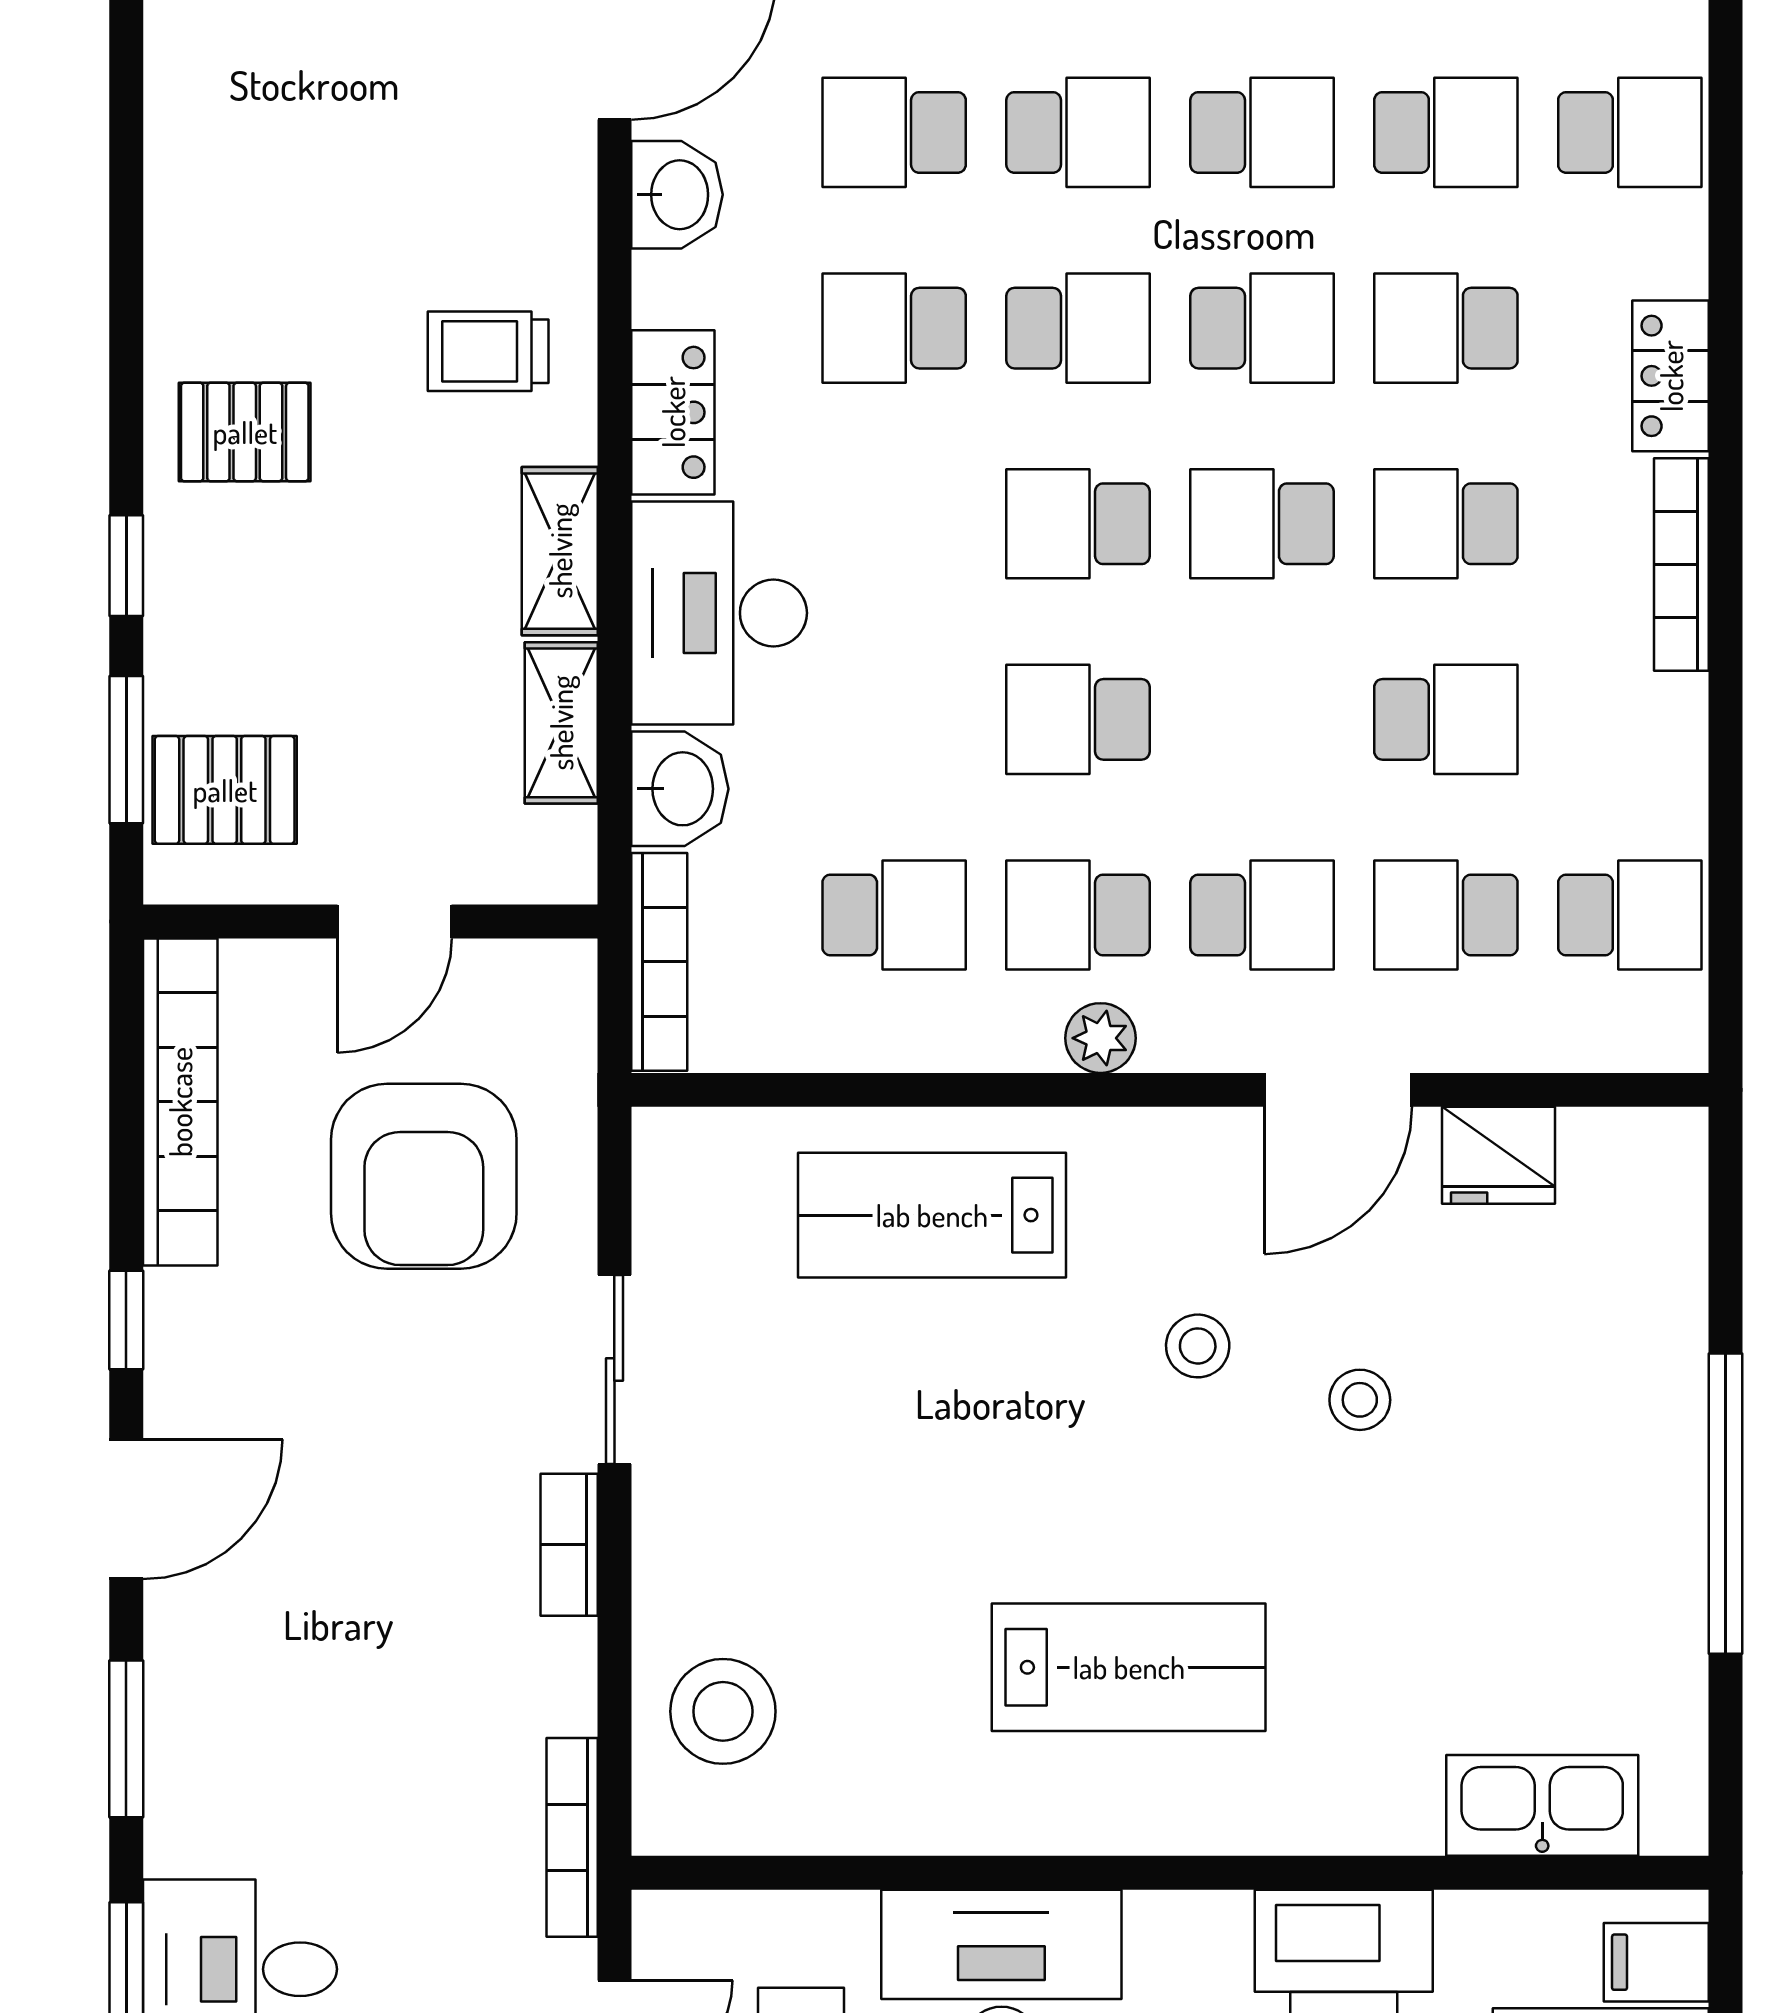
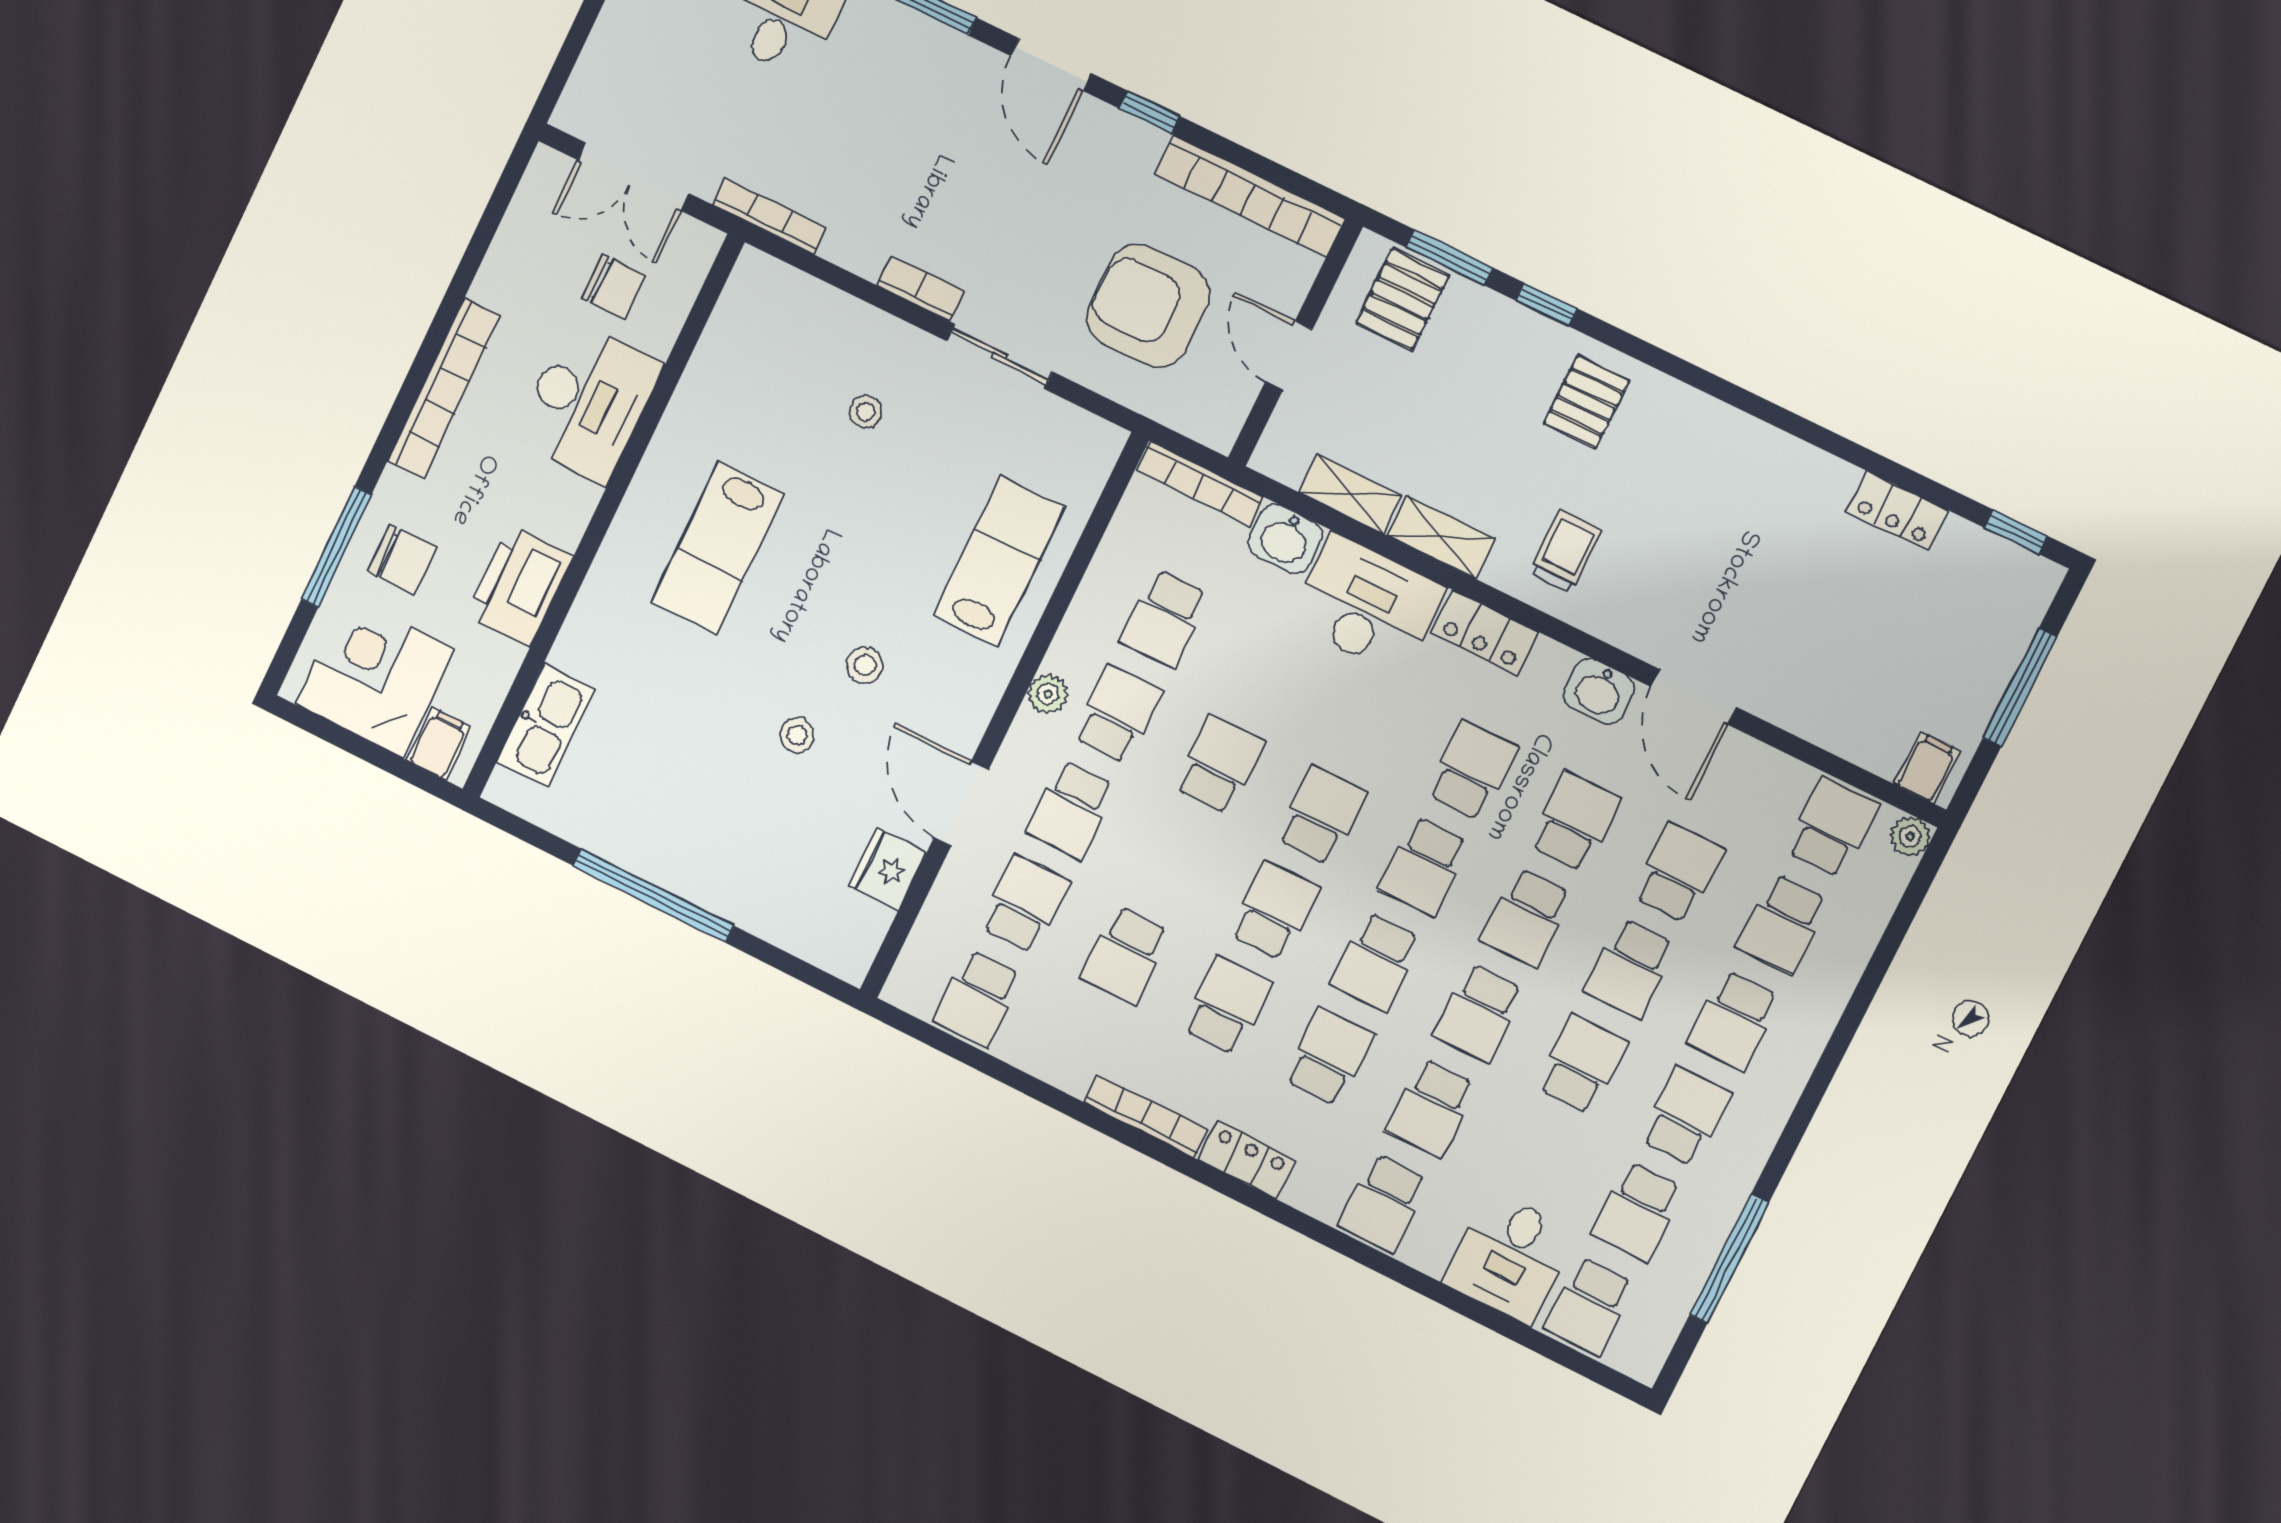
stool: (723, 1711) -> (866, 412), moved, width x0.53, depth x0.53

